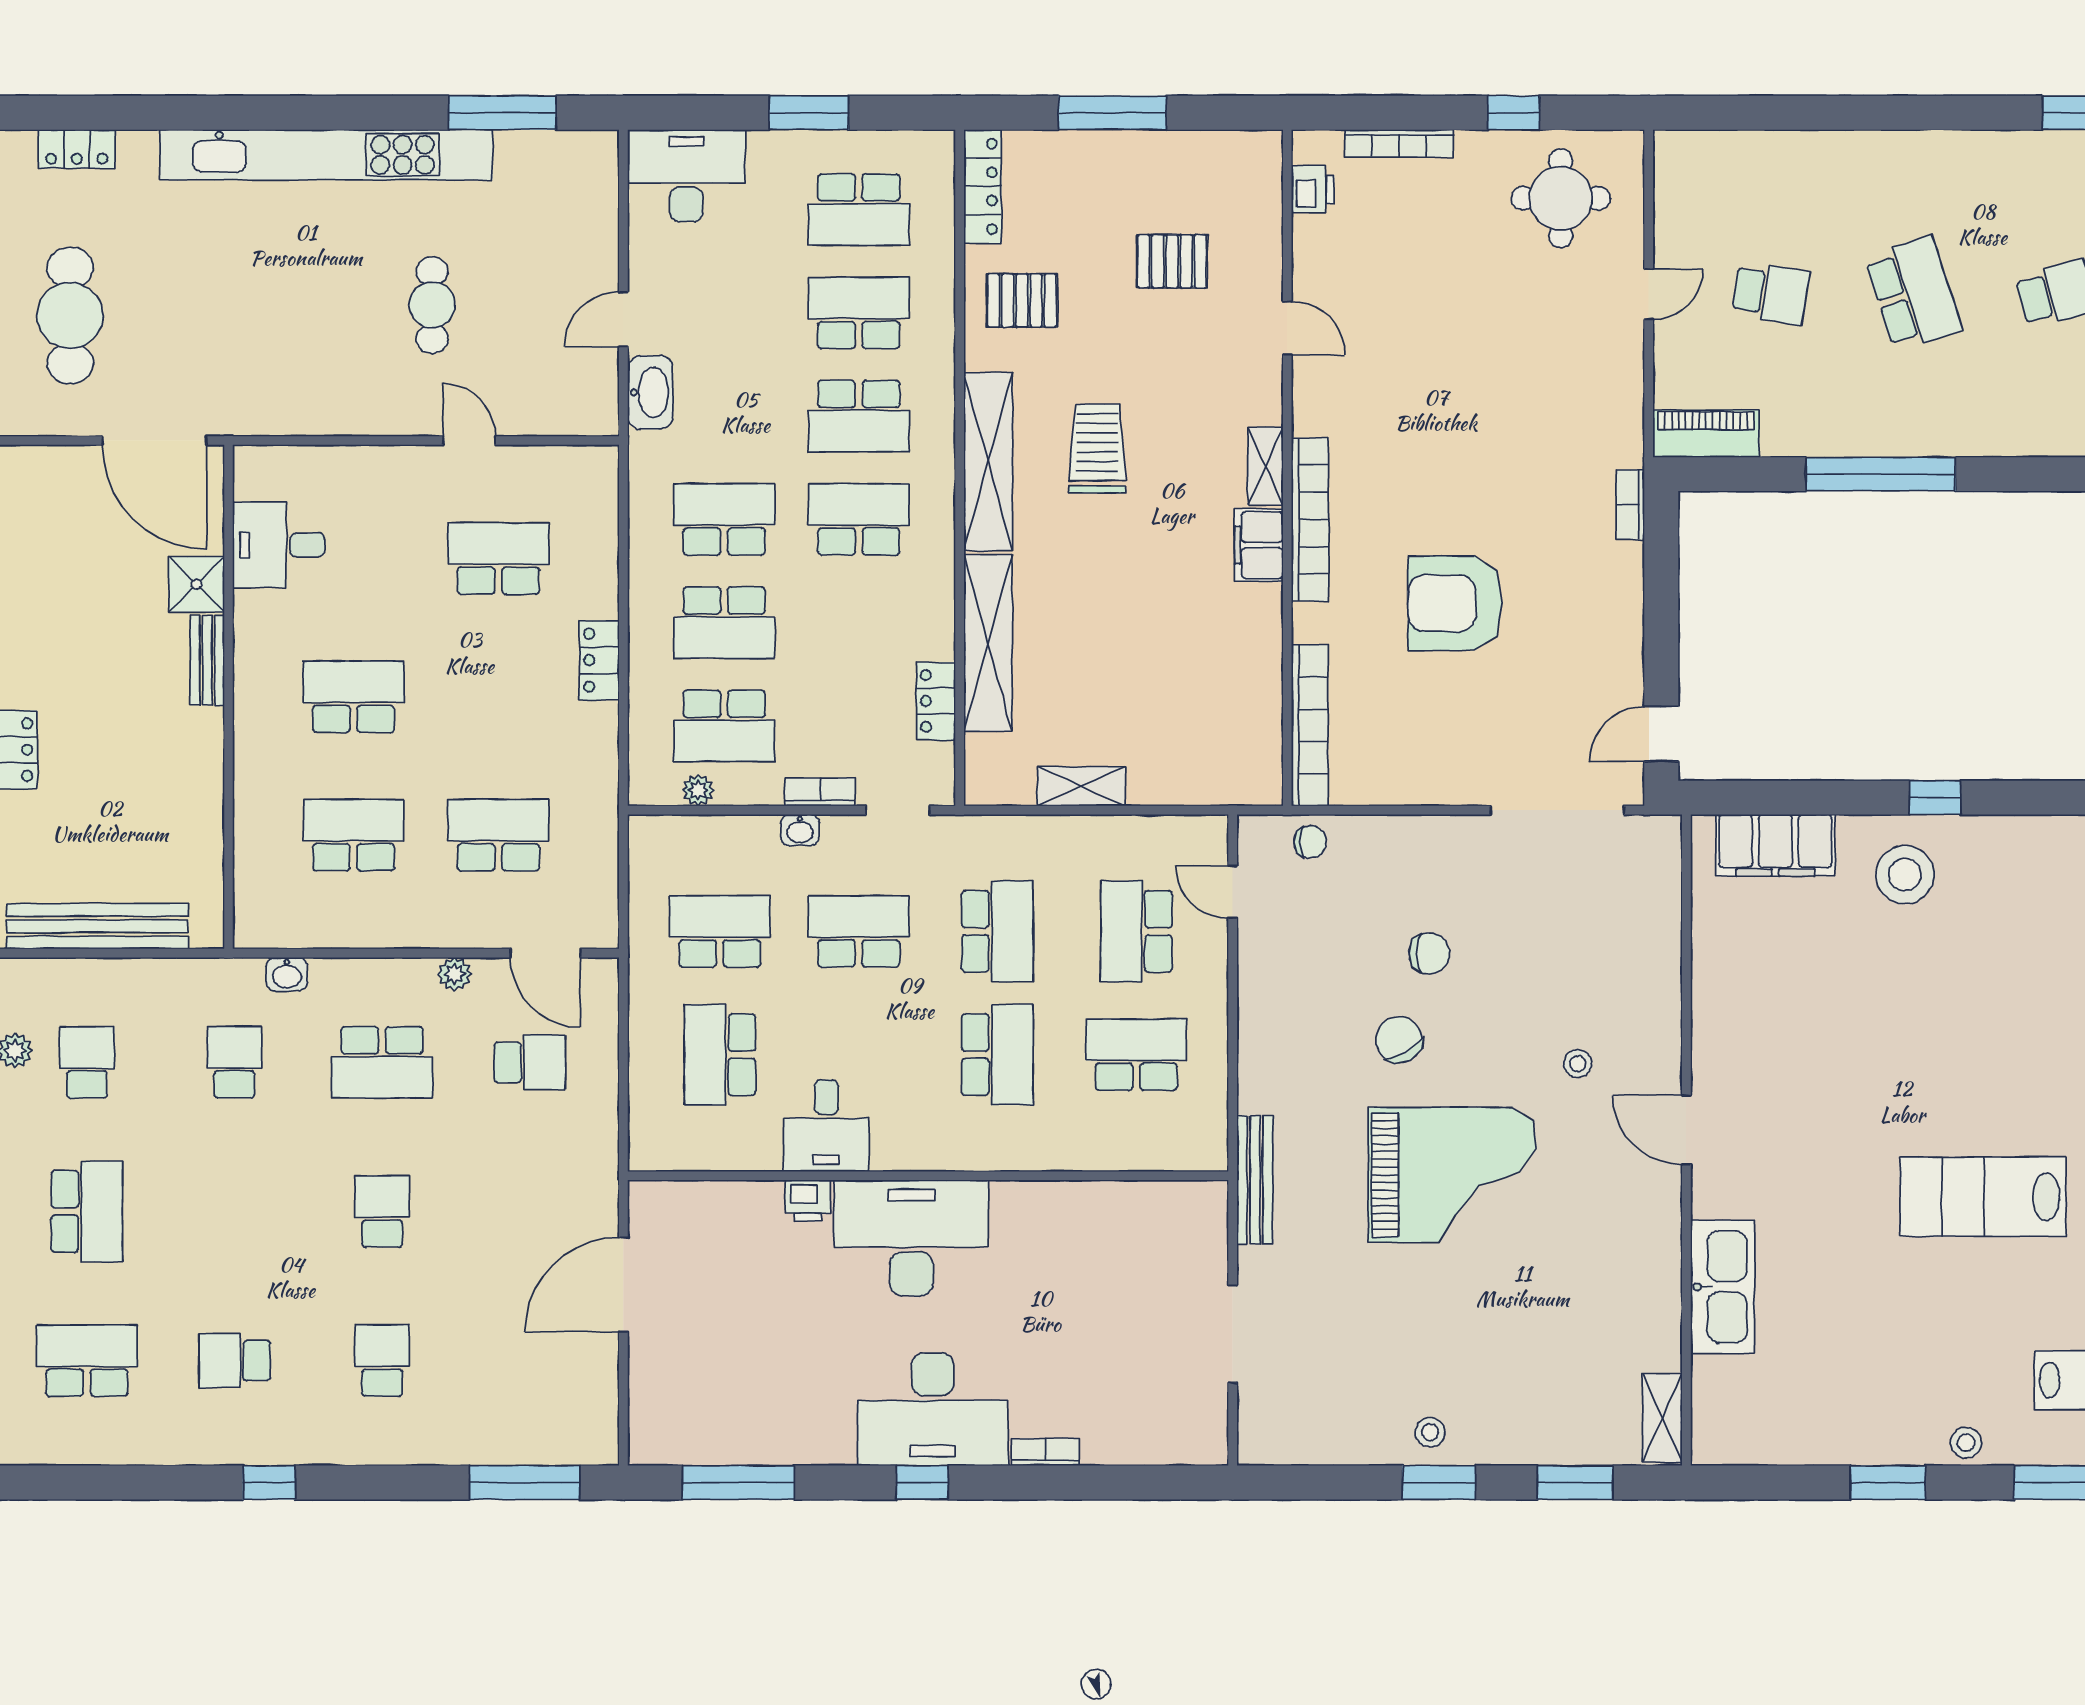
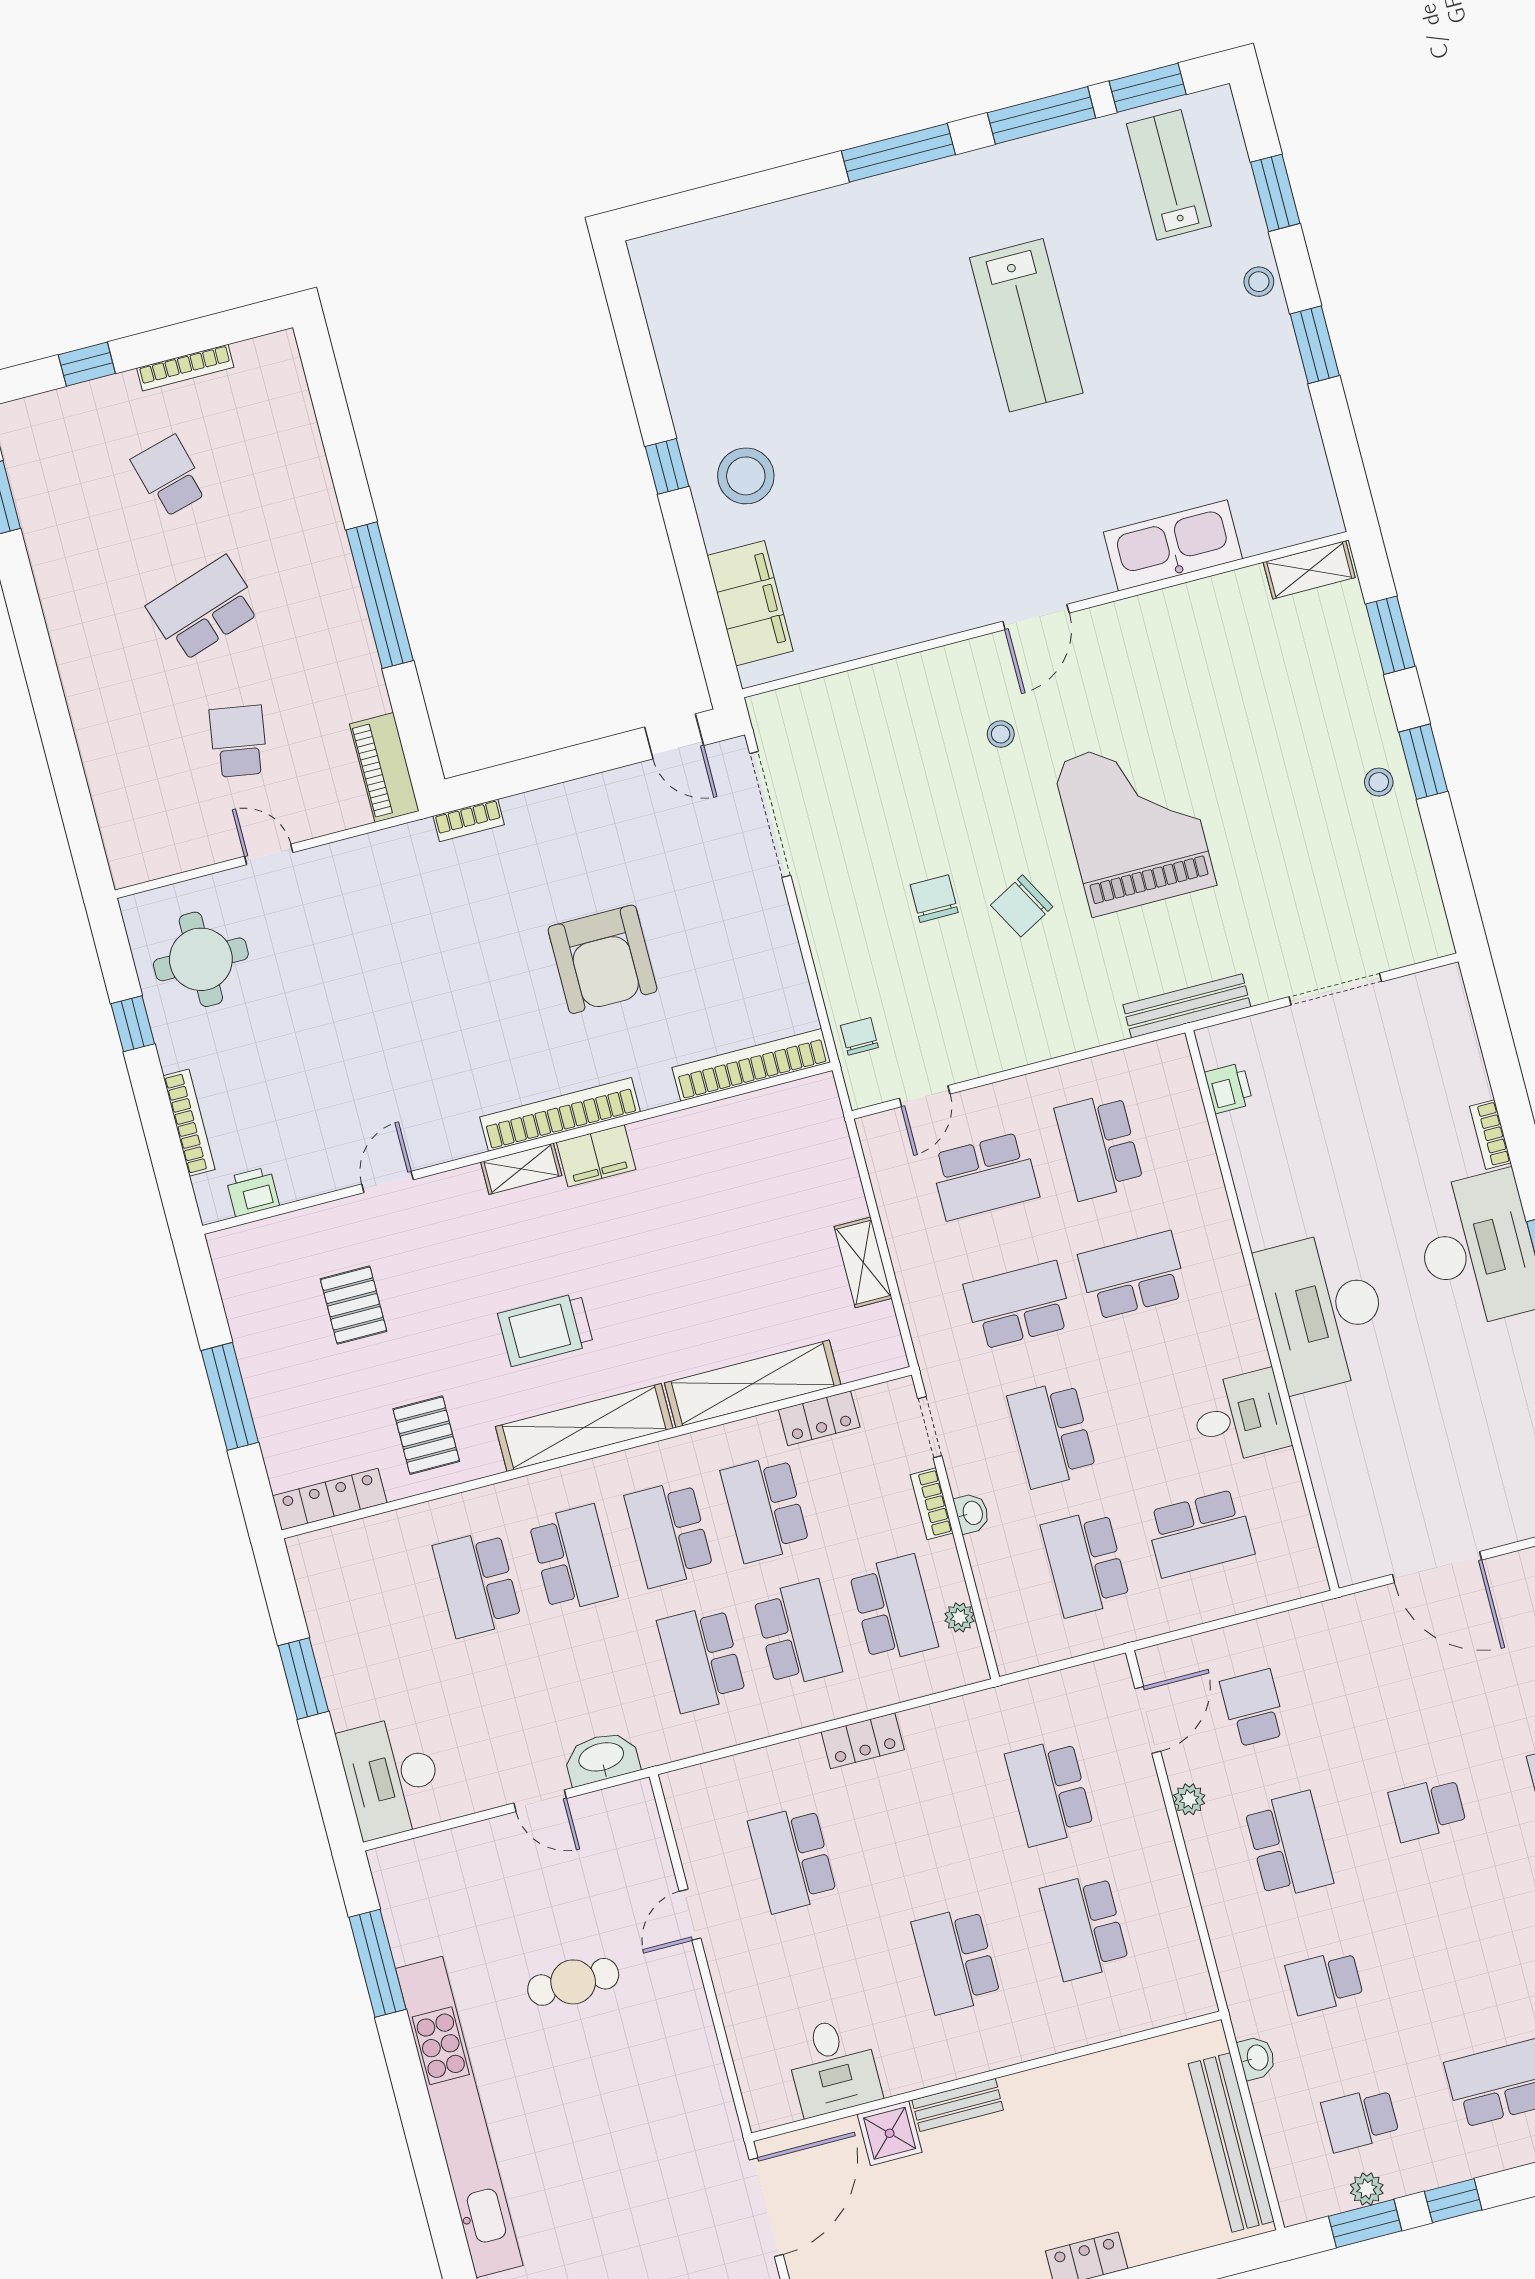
school desk: (859, 210) -> (765, 1509), moved, turned 180
washbasin: (287, 974) -> (1257, 2058), moved
printer: (808, 1201) -> (1229, 1088), moved

